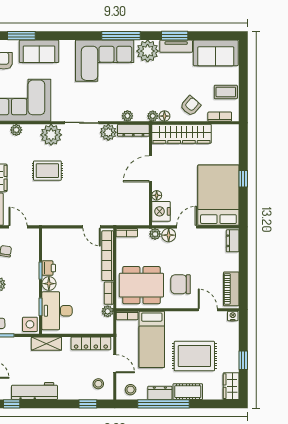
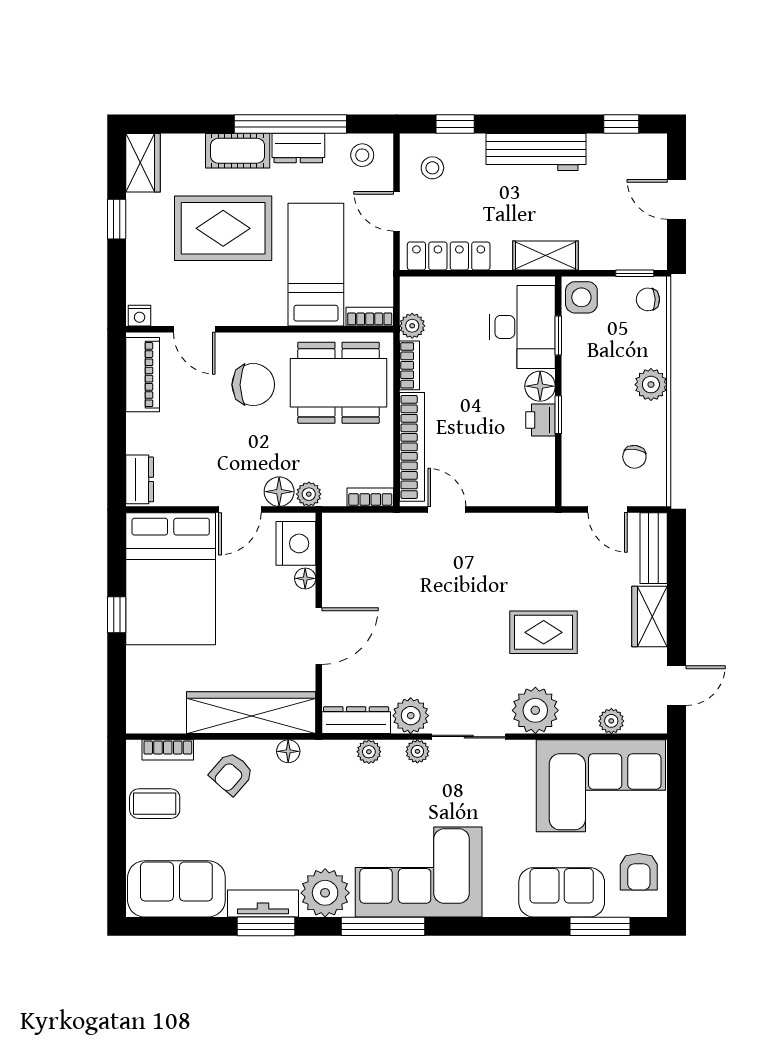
plant: (153, 116) -> (417, 751), moved
workbench: (34, 391) -> (536, 152), moved

